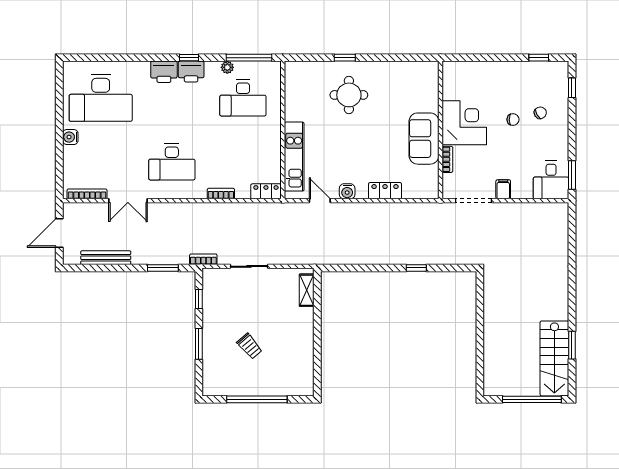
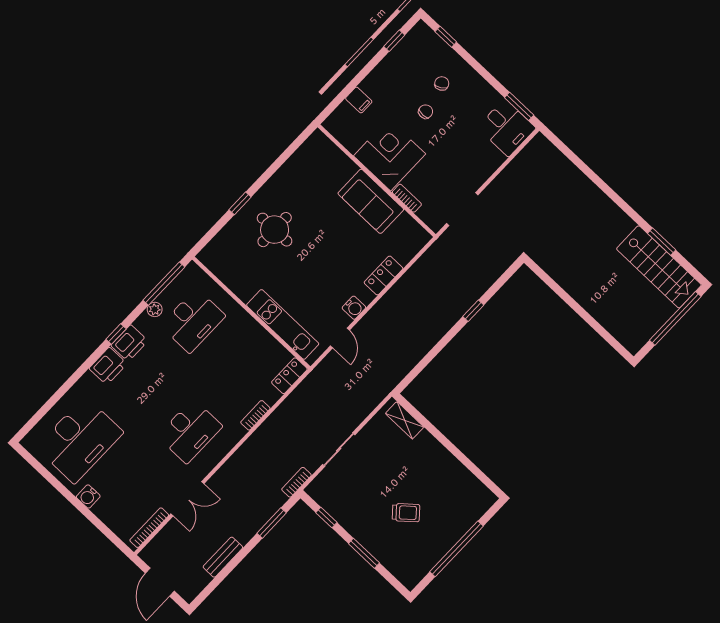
filing cabinet: (503, 189) -> (359, 100), moved, turned 180
door: (320, 201) -> (340, 338), swing flipped
bench: (106, 258) -> (223, 557), width x0.73

